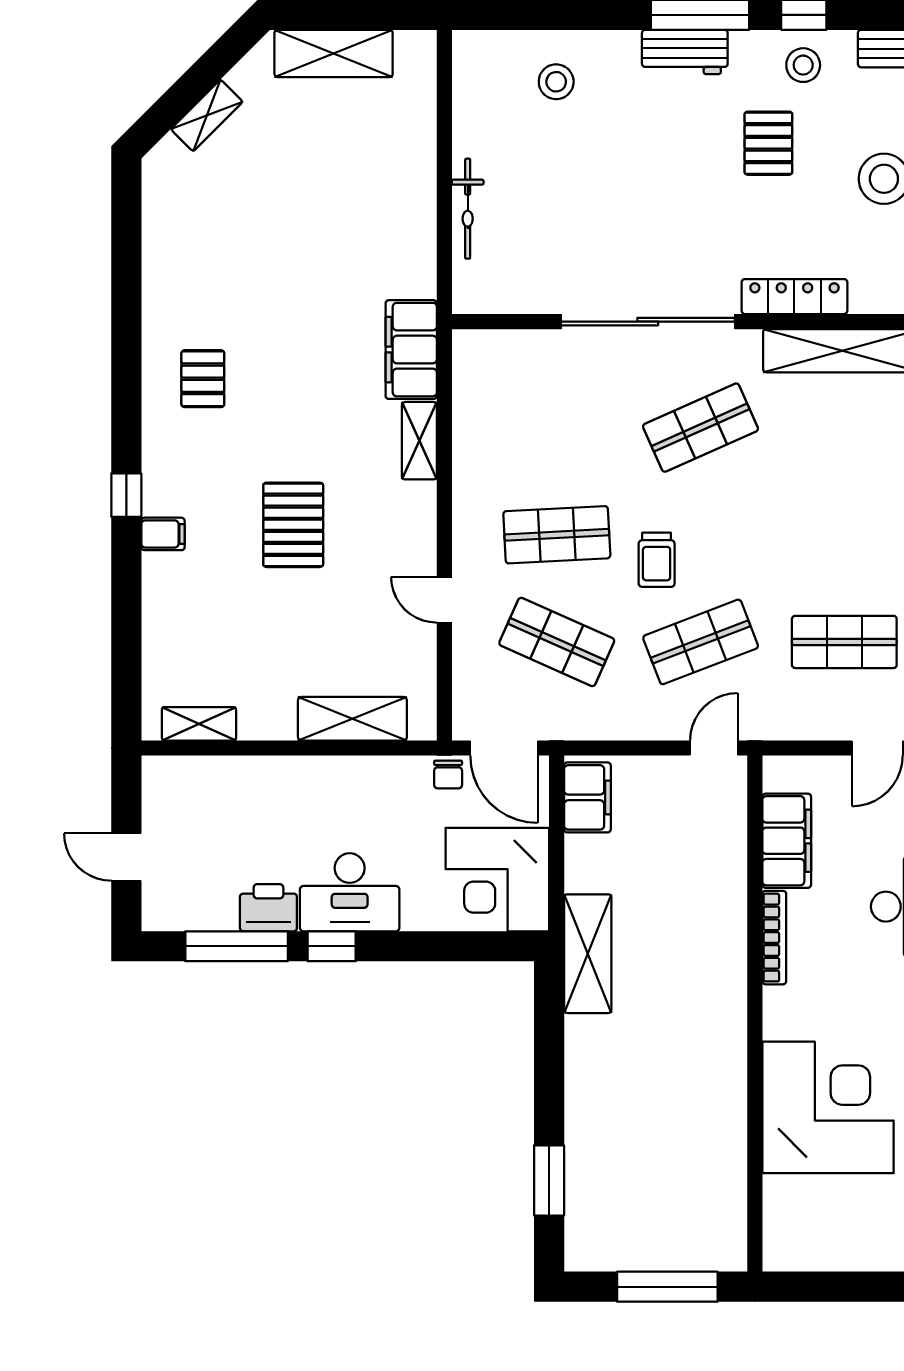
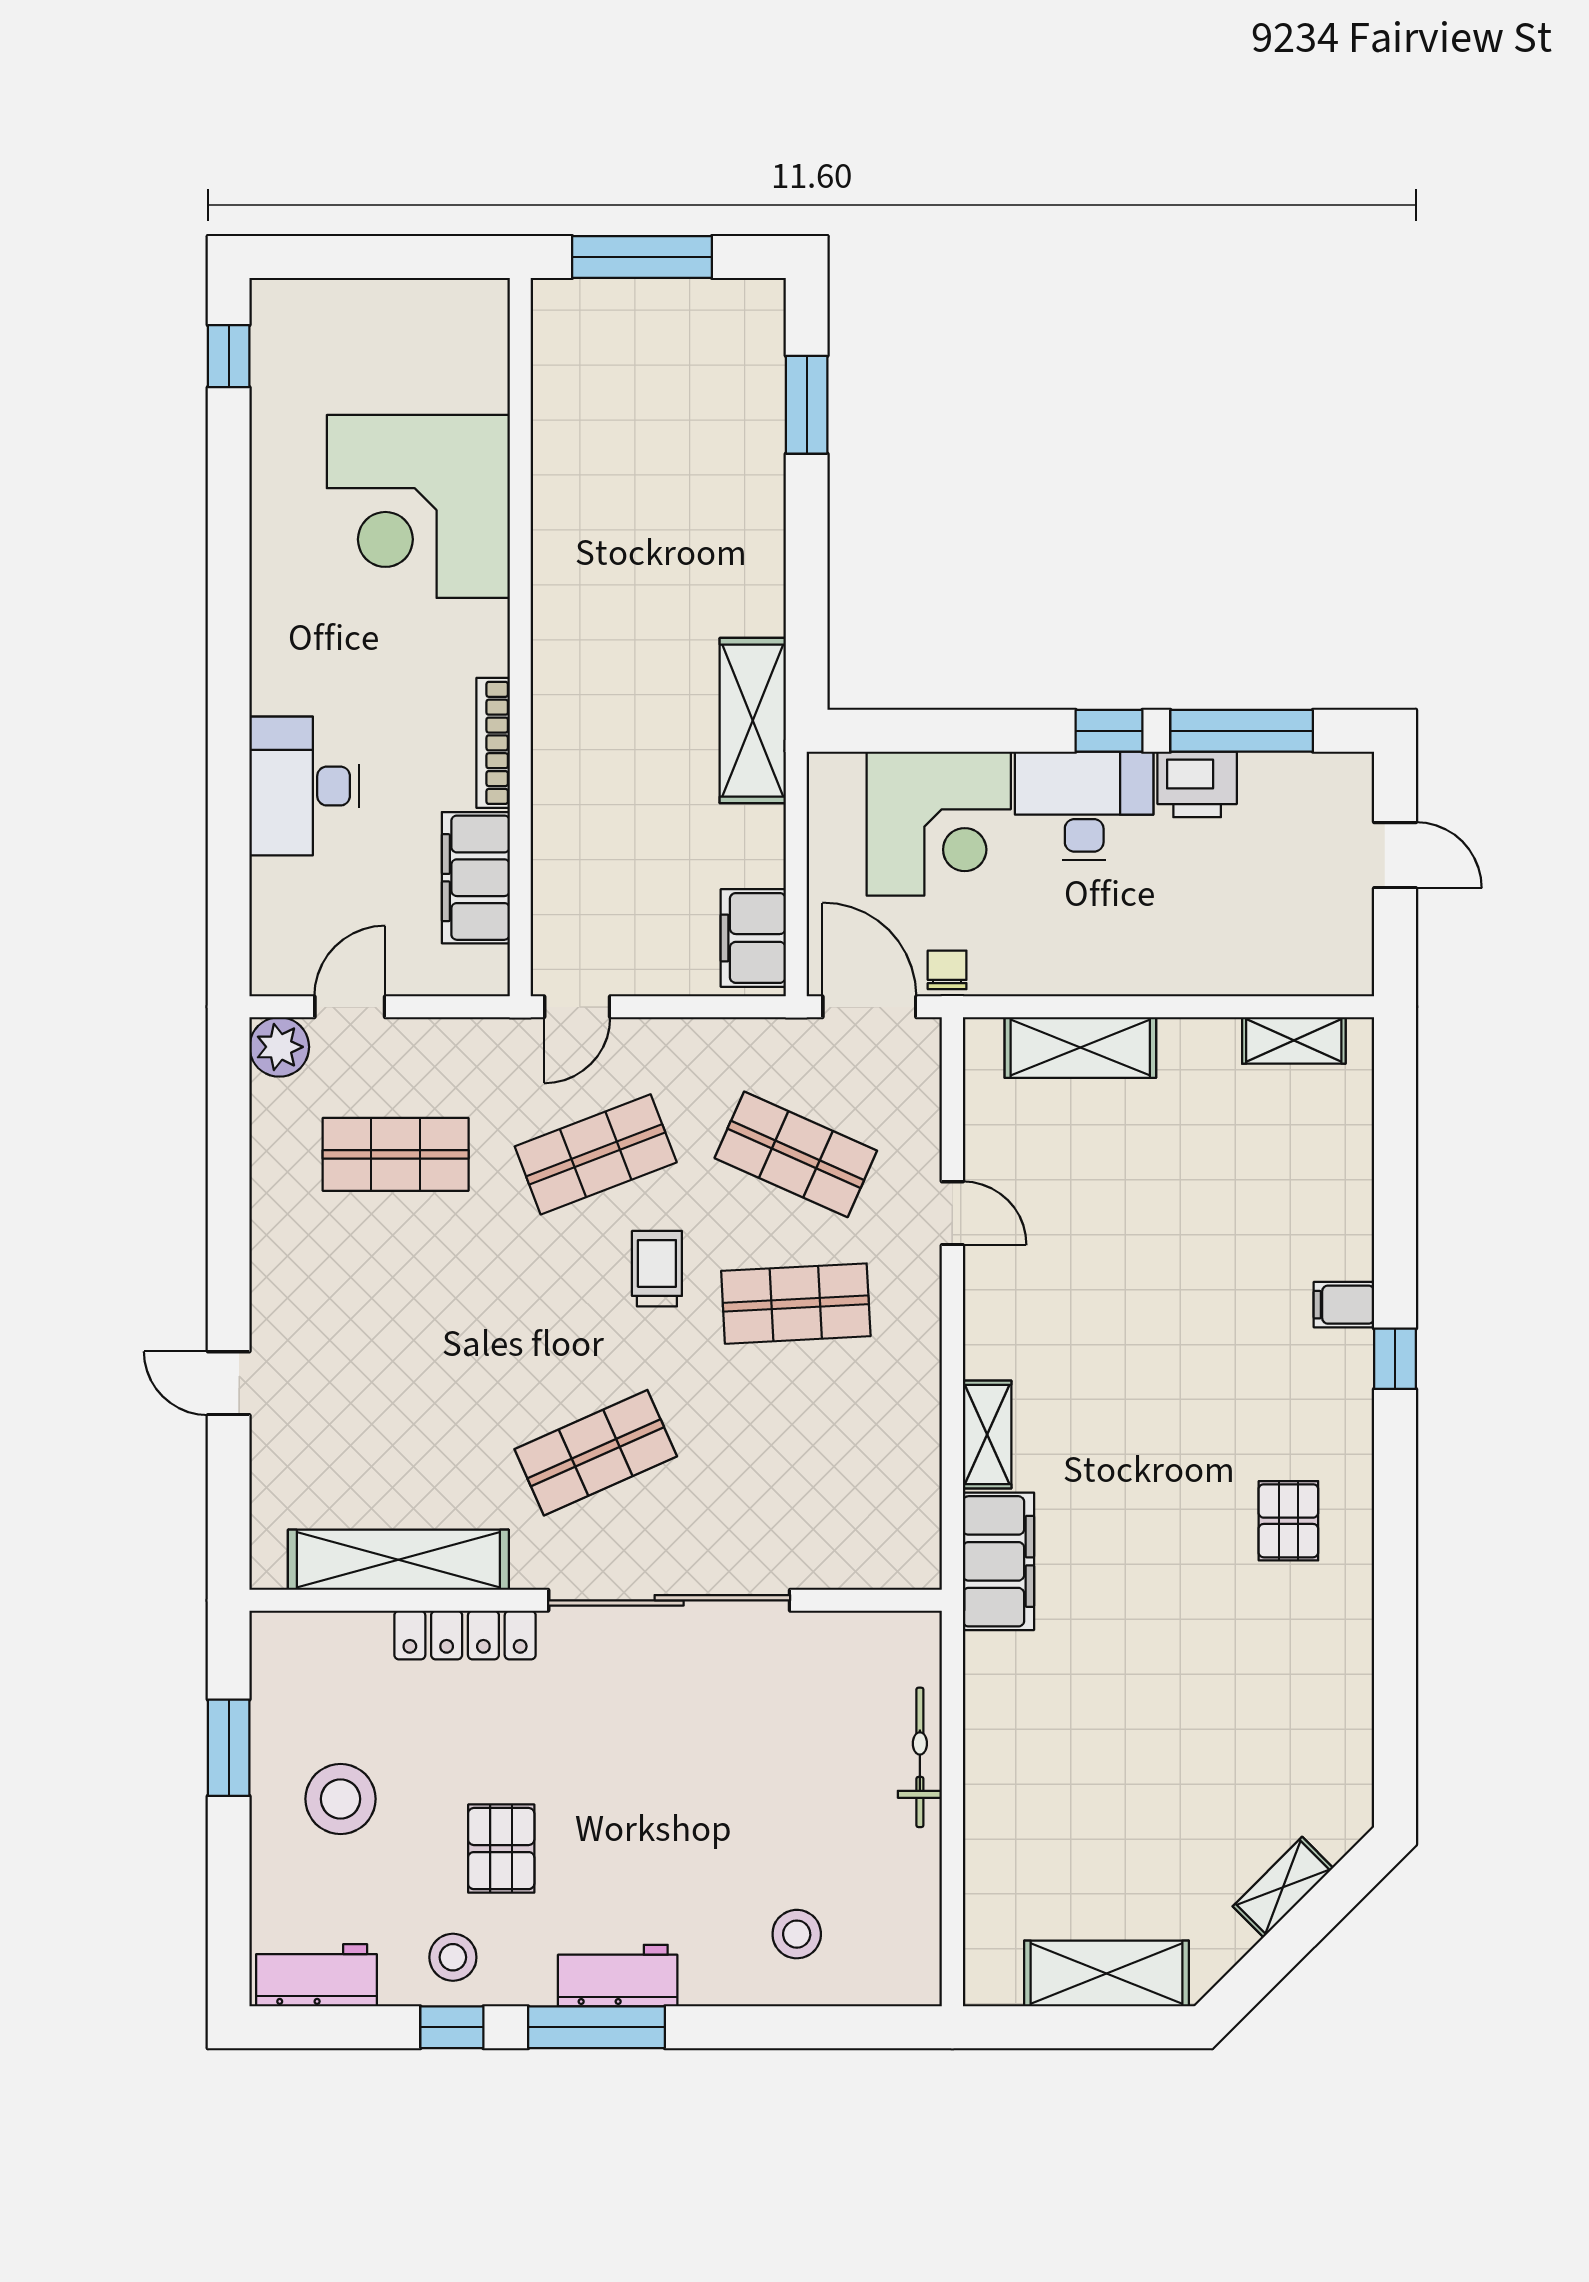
pallet: (293, 525) -> (1163, 1317), removed
corner desk: (497, 880) -> (939, 824), moved, turned 90

